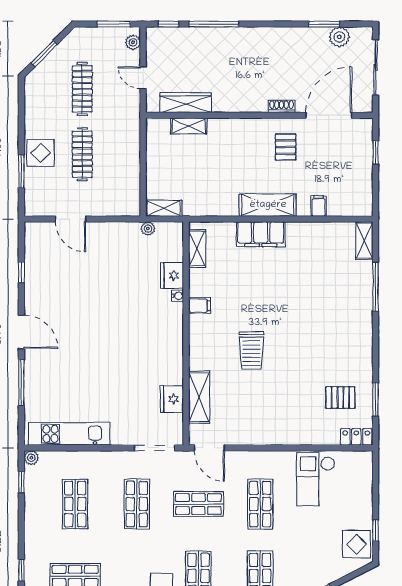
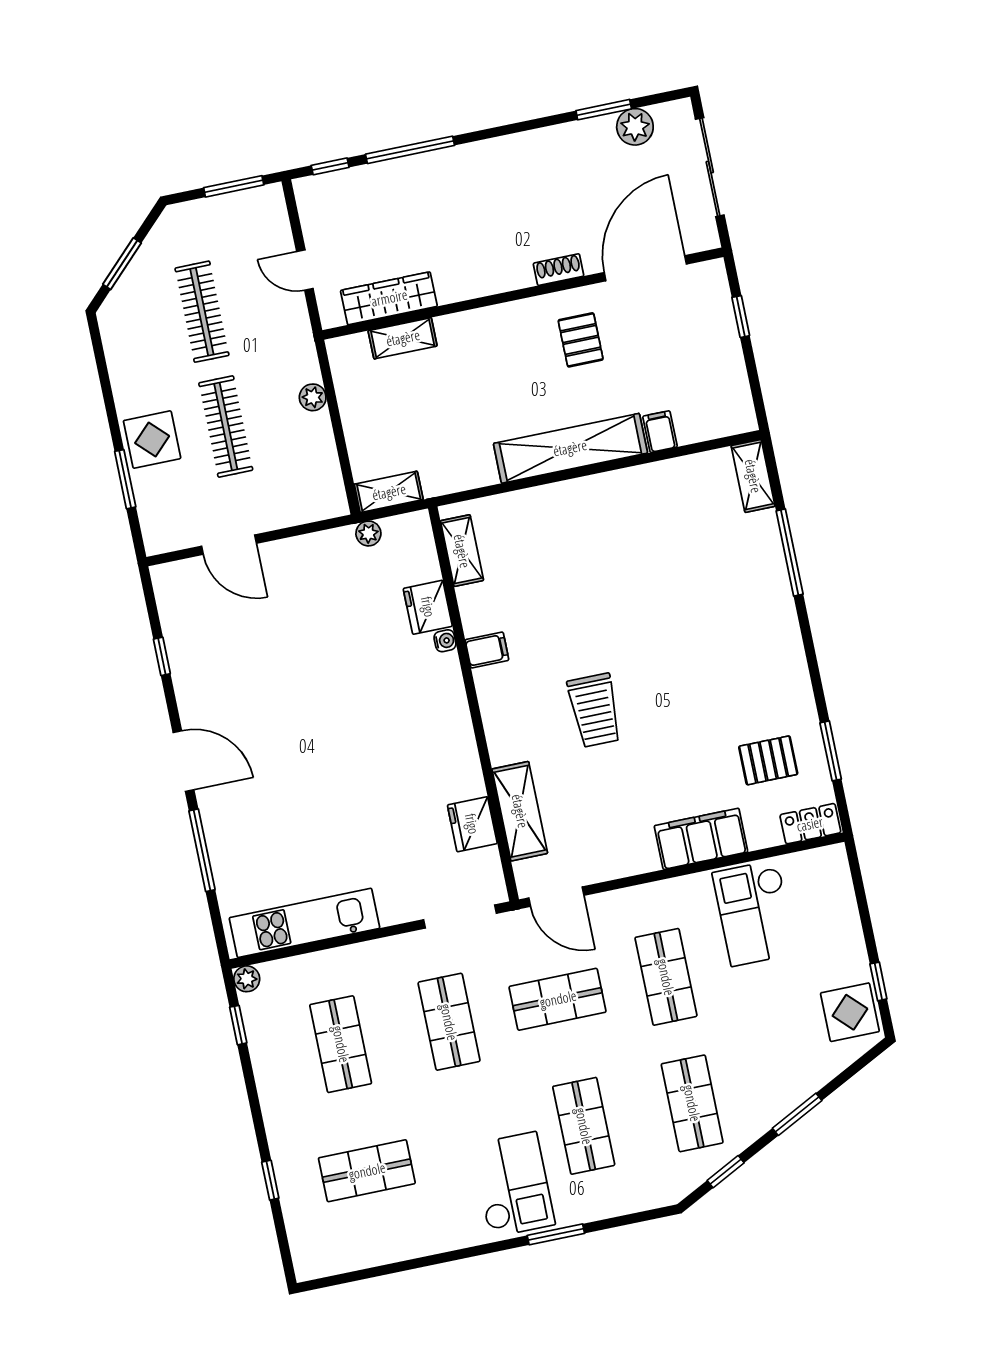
plant: (133, 42) -> (313, 397), moved
shelving: (268, 205) -> (570, 448), width x1.47
filing cabinet: (261, 234) -> (701, 839), moved, turned 180

